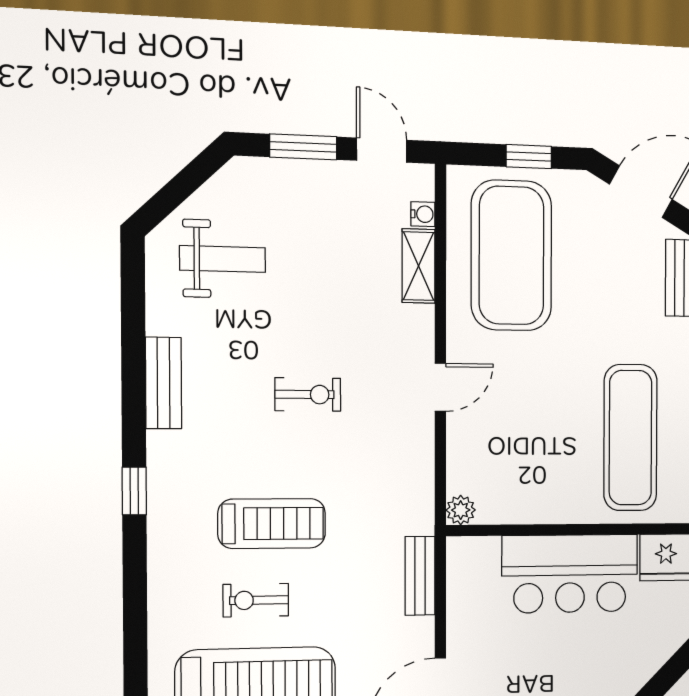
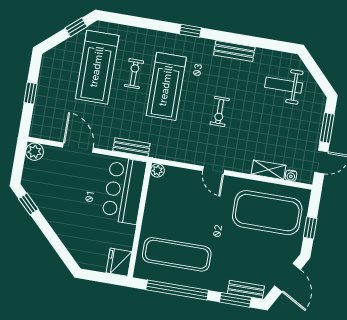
weight bench: (223, 259) -> (284, 85), turned 90
treadmill: (272, 524) -> (166, 86), width x1.37, depth x1.38
bar counter: (570, 574) -> (124, 190), moved

